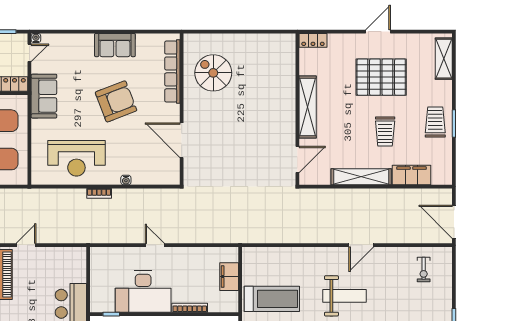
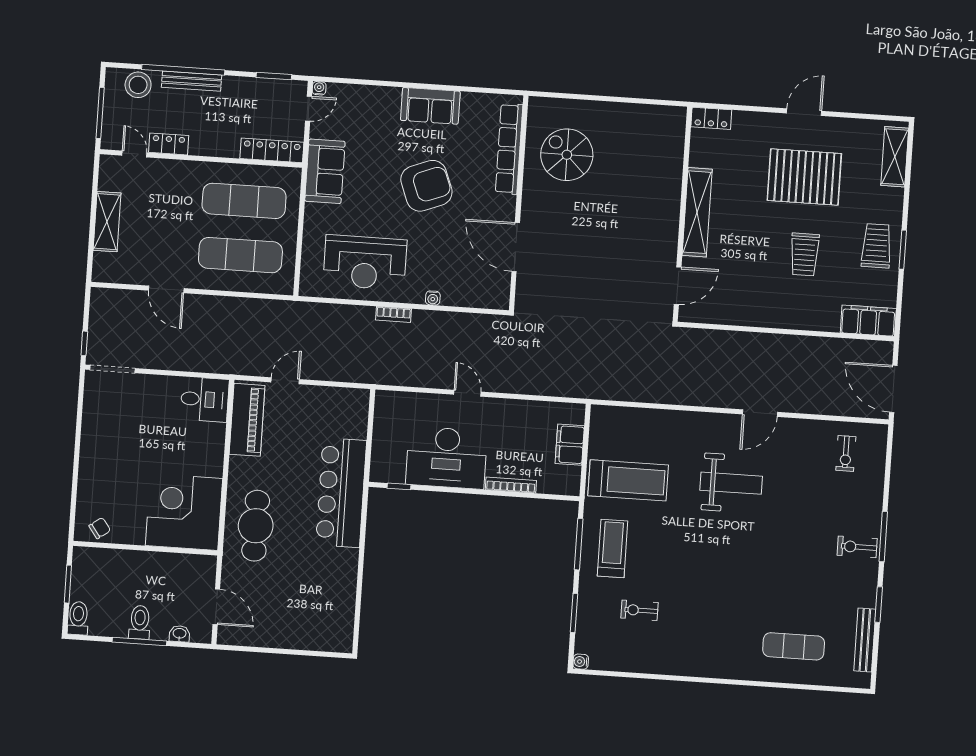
filing cabinet: (411, 175) -> (868, 321), moved
shelving: (361, 177) -> (766, 316), removed

